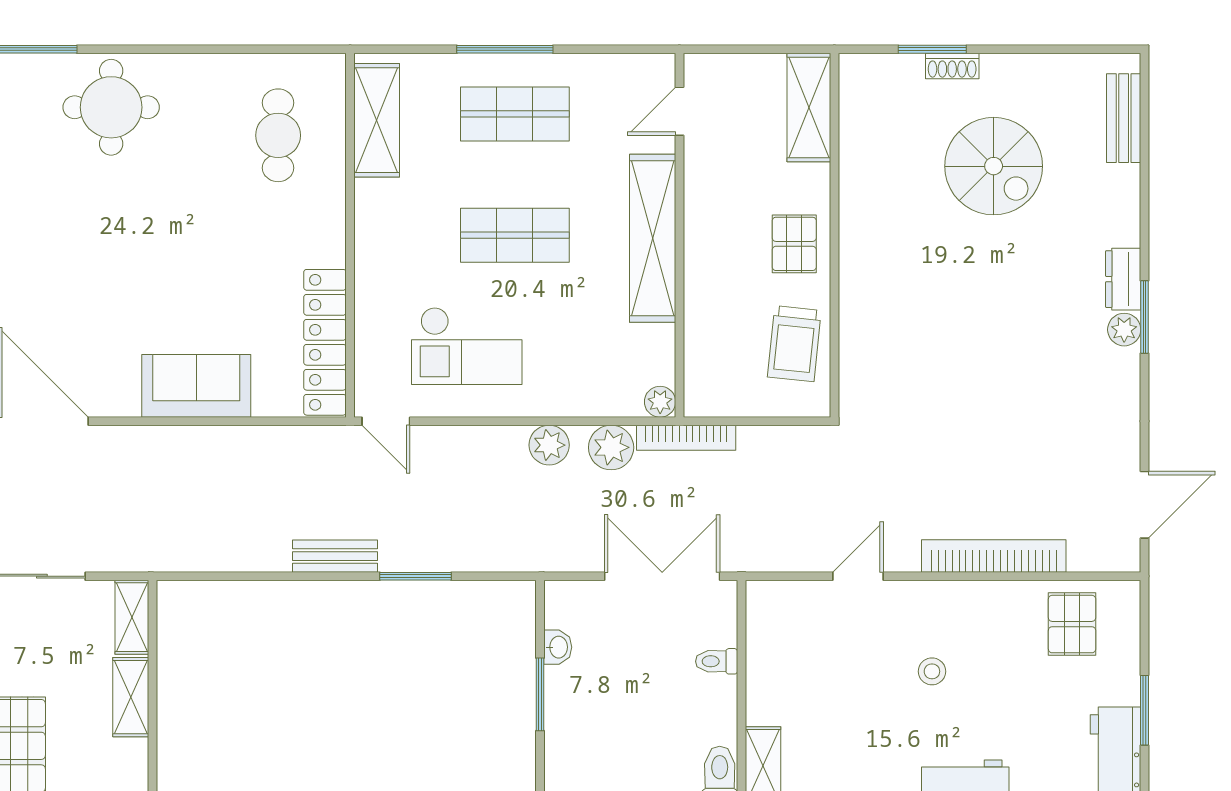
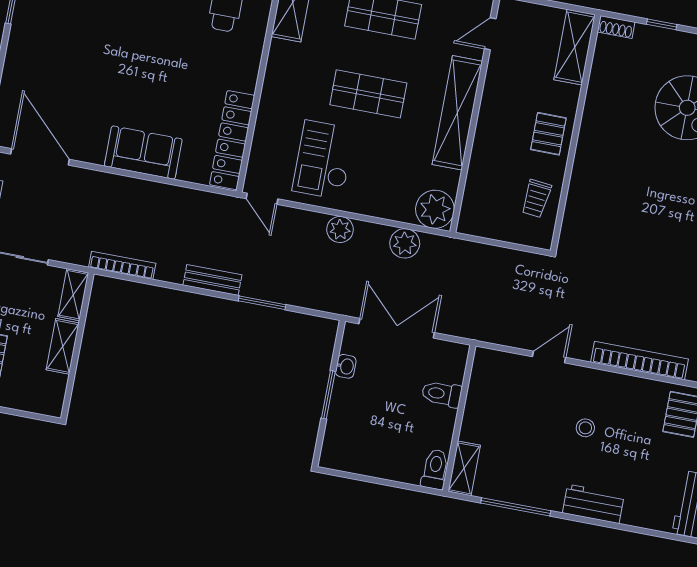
window: (932, 49) -> (662, 24), width x0.67
shoe rack: (952, 66) -> (616, 27), moved
trolley: (794, 344) -> (536, 199), width x0.73, depth x0.72
checkout: (467, 346) -> (324, 160), turned 90
plant: (660, 402) -> (435, 209), width x1.87, depth x1.87
bookcase: (686, 438) -> (122, 265), moved, turned 180
plant: (549, 445) -> (340, 230), moved
double door: (662, 576) -> (397, 328), moved
toilet: (717, 661) -> (442, 394), width x1.37, depth x1.39

